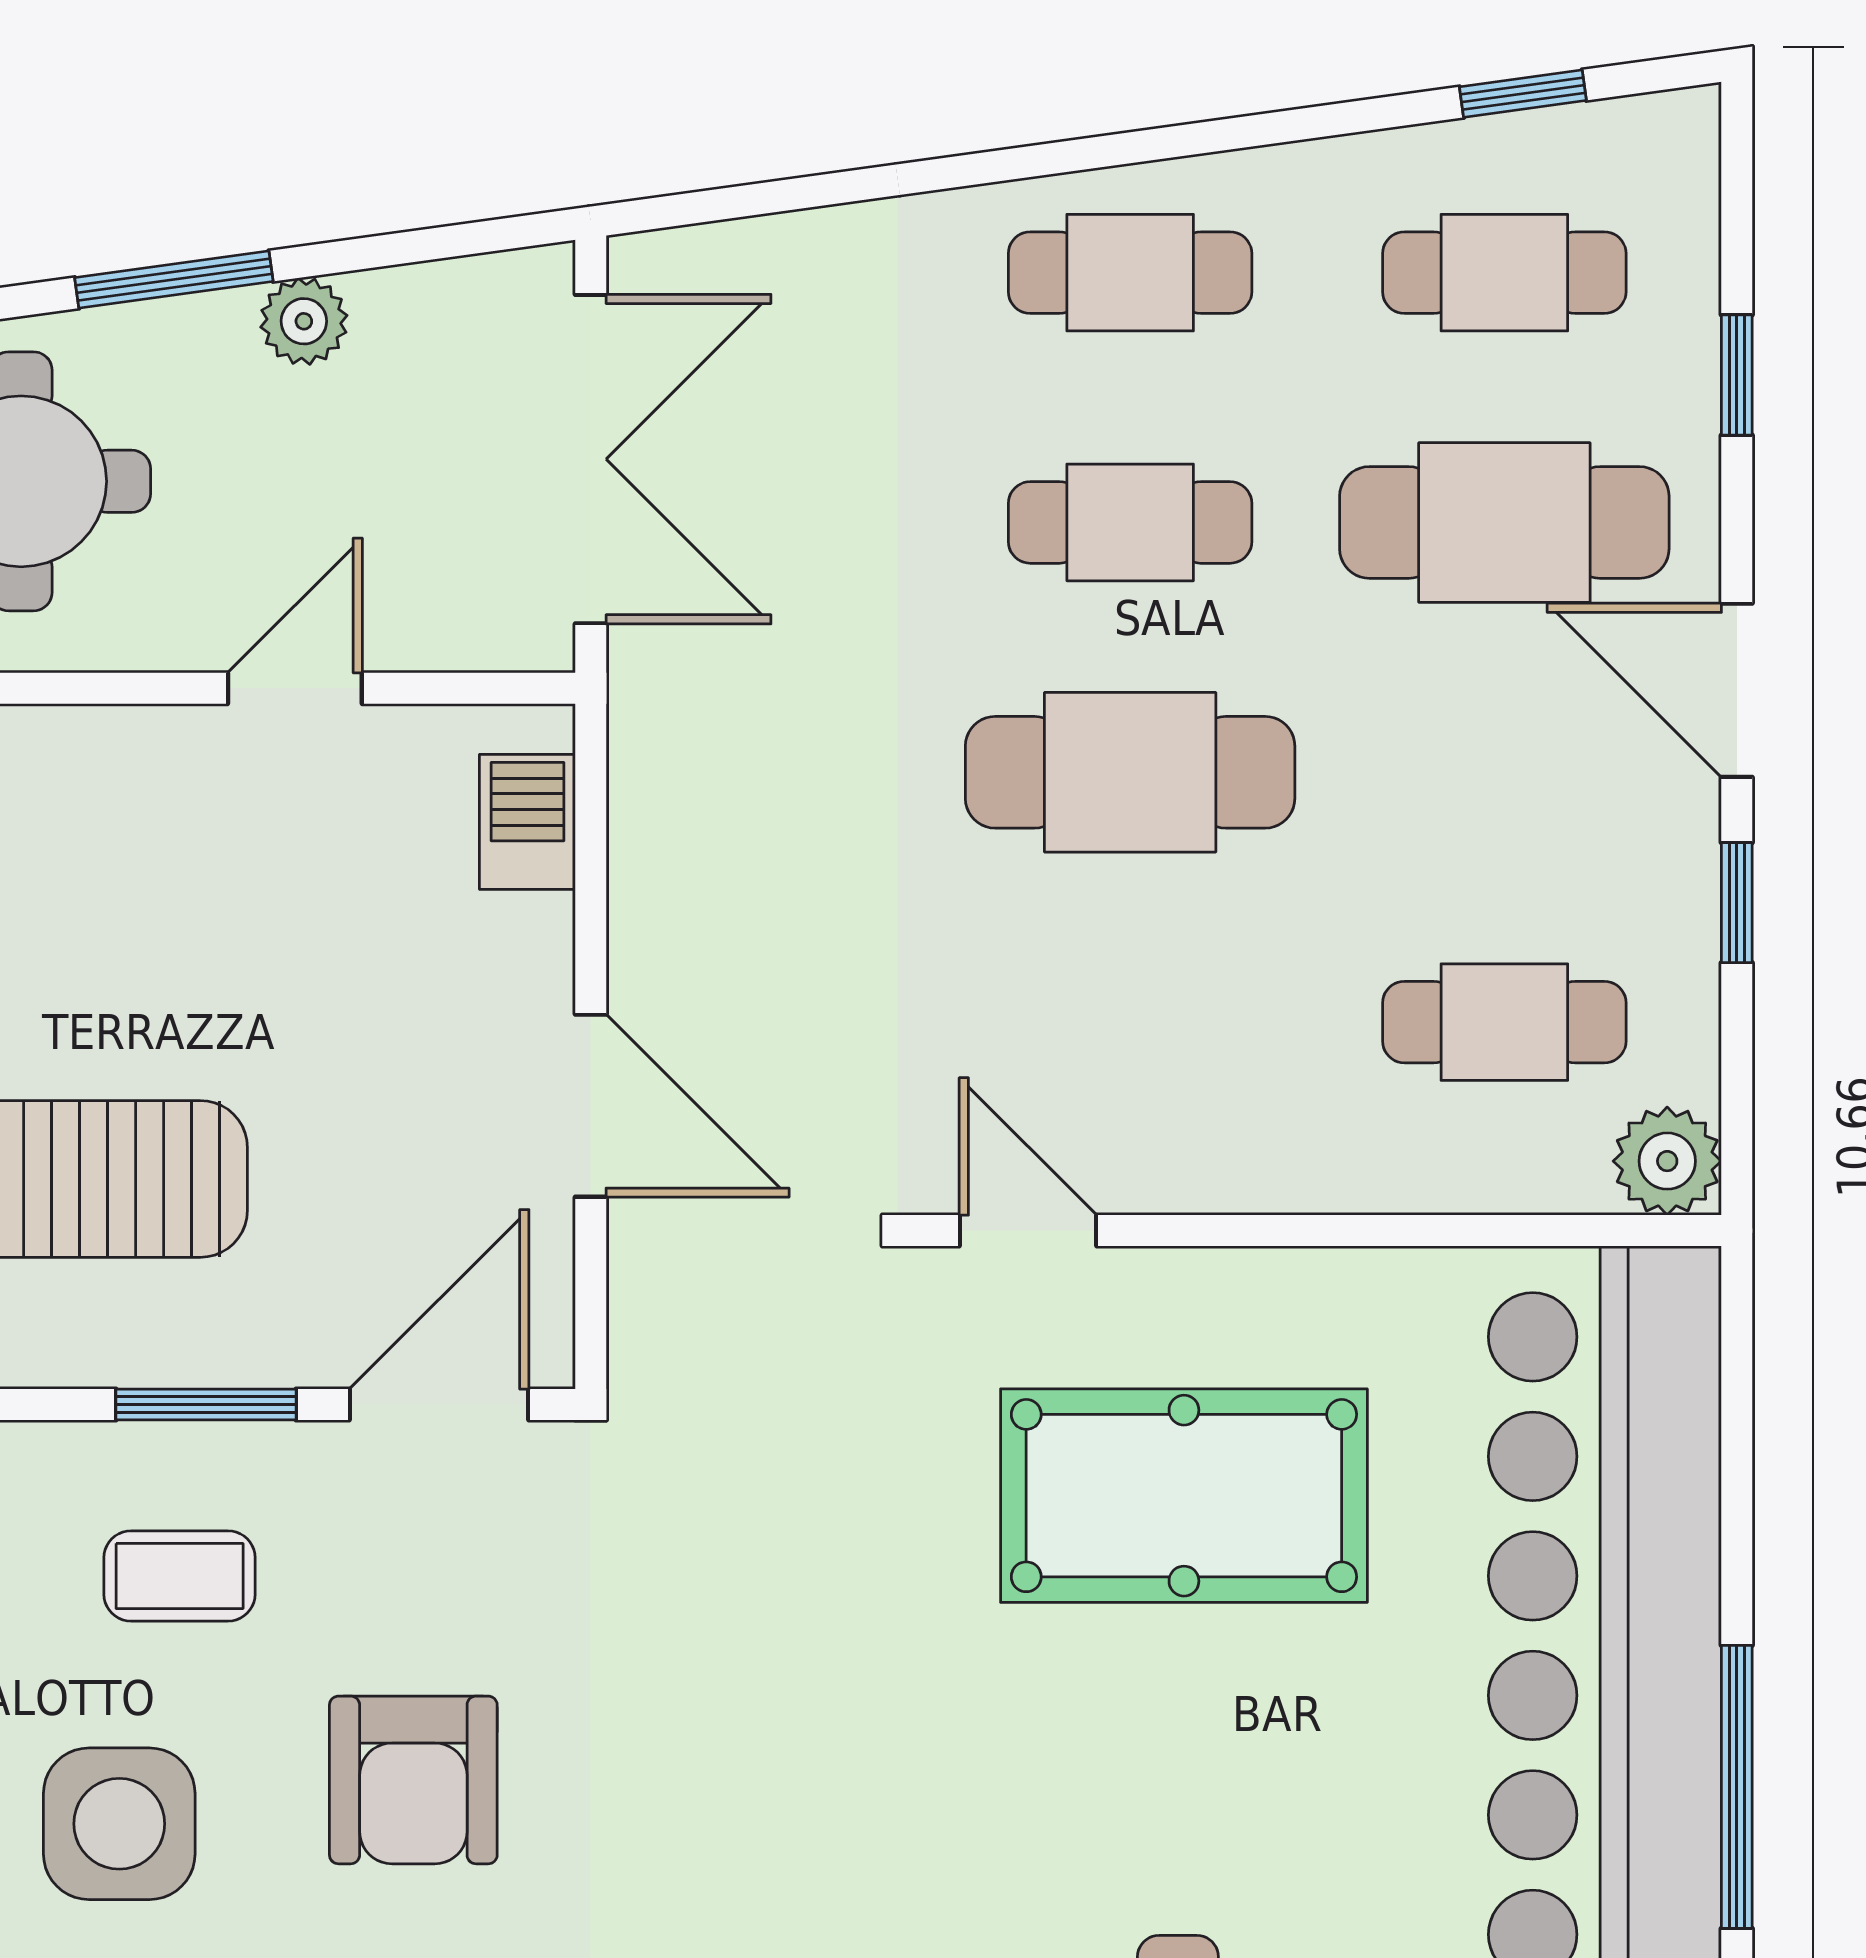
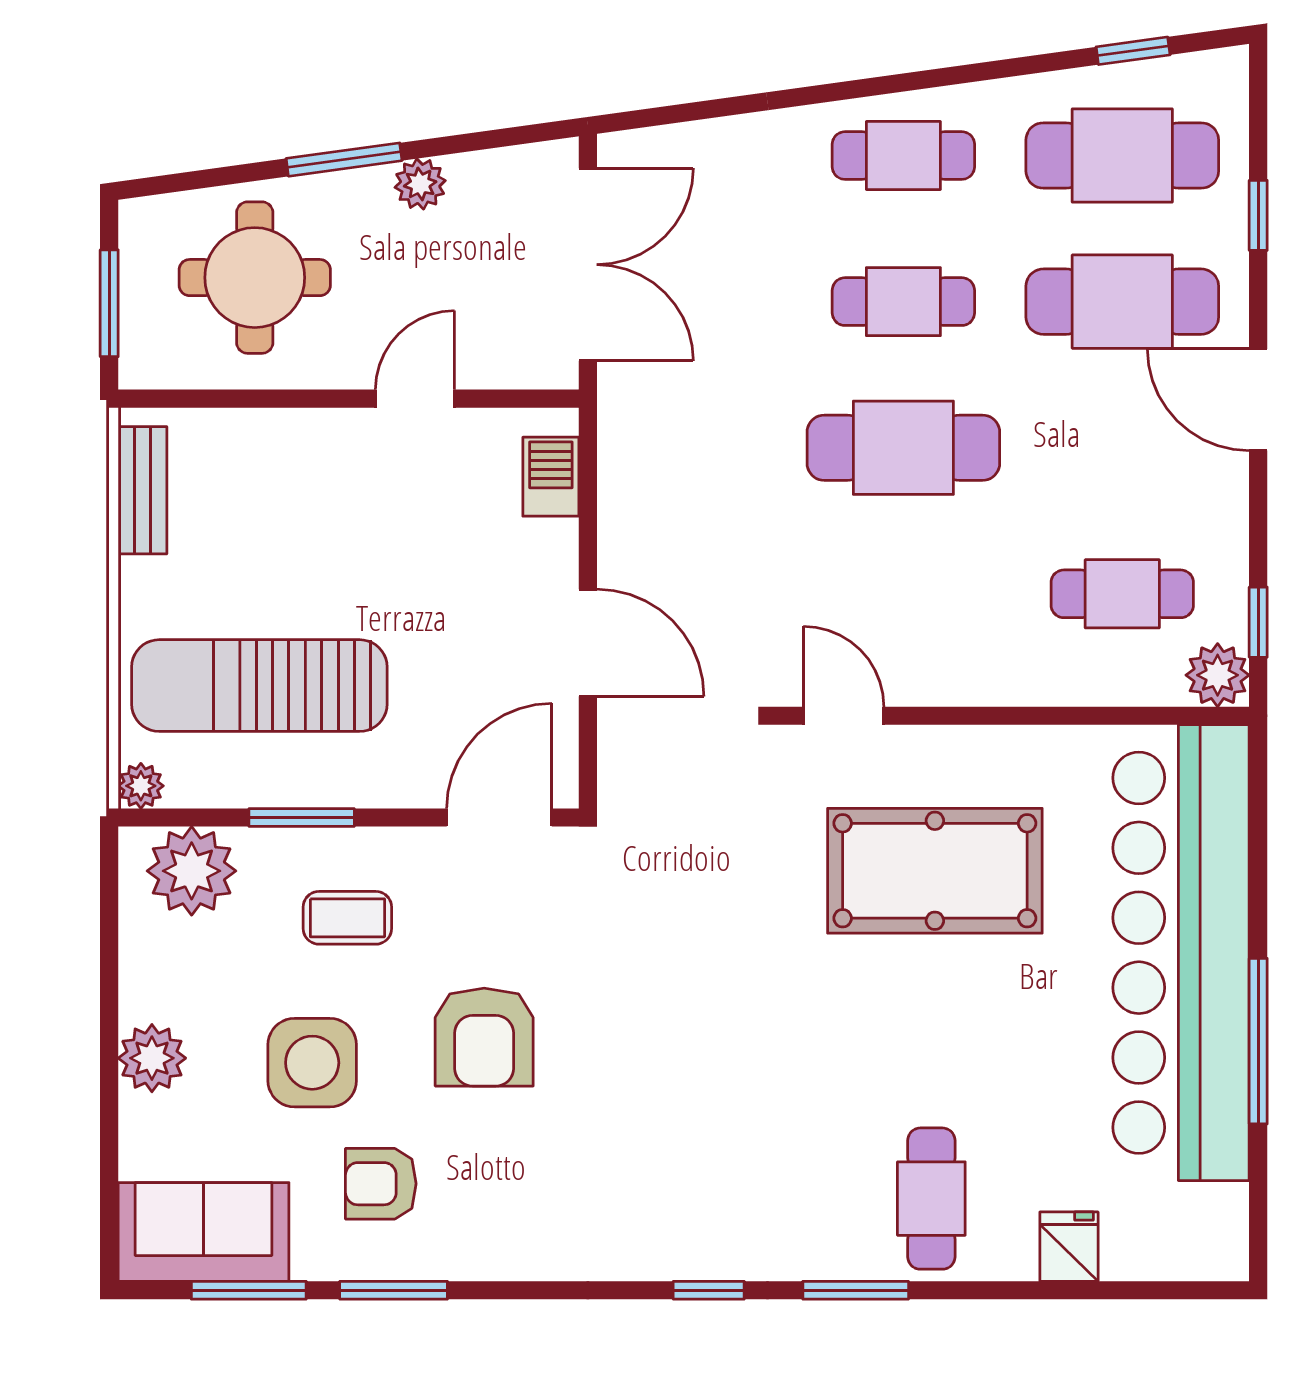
cafe table: (1504, 273) -> (1122, 156), width x1.37, depth x1.35
window: (1737, 903) -> (1258, 622), moved
window: (206, 1405) -> (302, 818), moved

